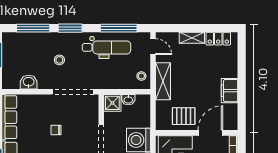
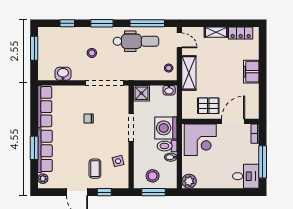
window: (33, 28) -> (67, 23), width x0.46
filing cabinet: (230, 91) -> (251, 72), moved
washbasin: (128, 100) -> (169, 90), moved

